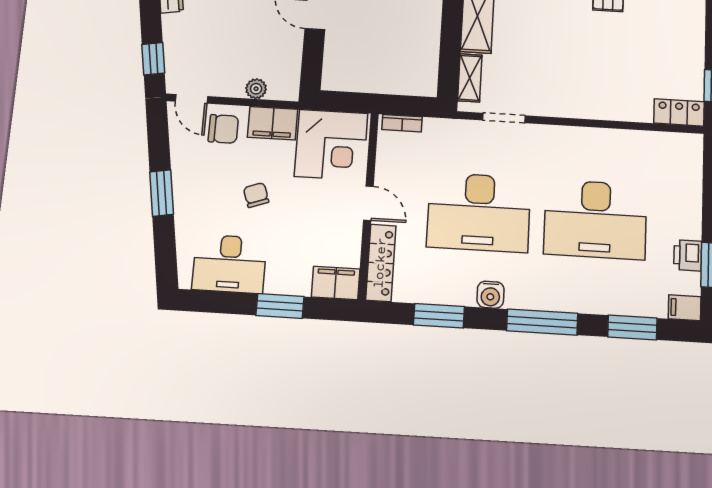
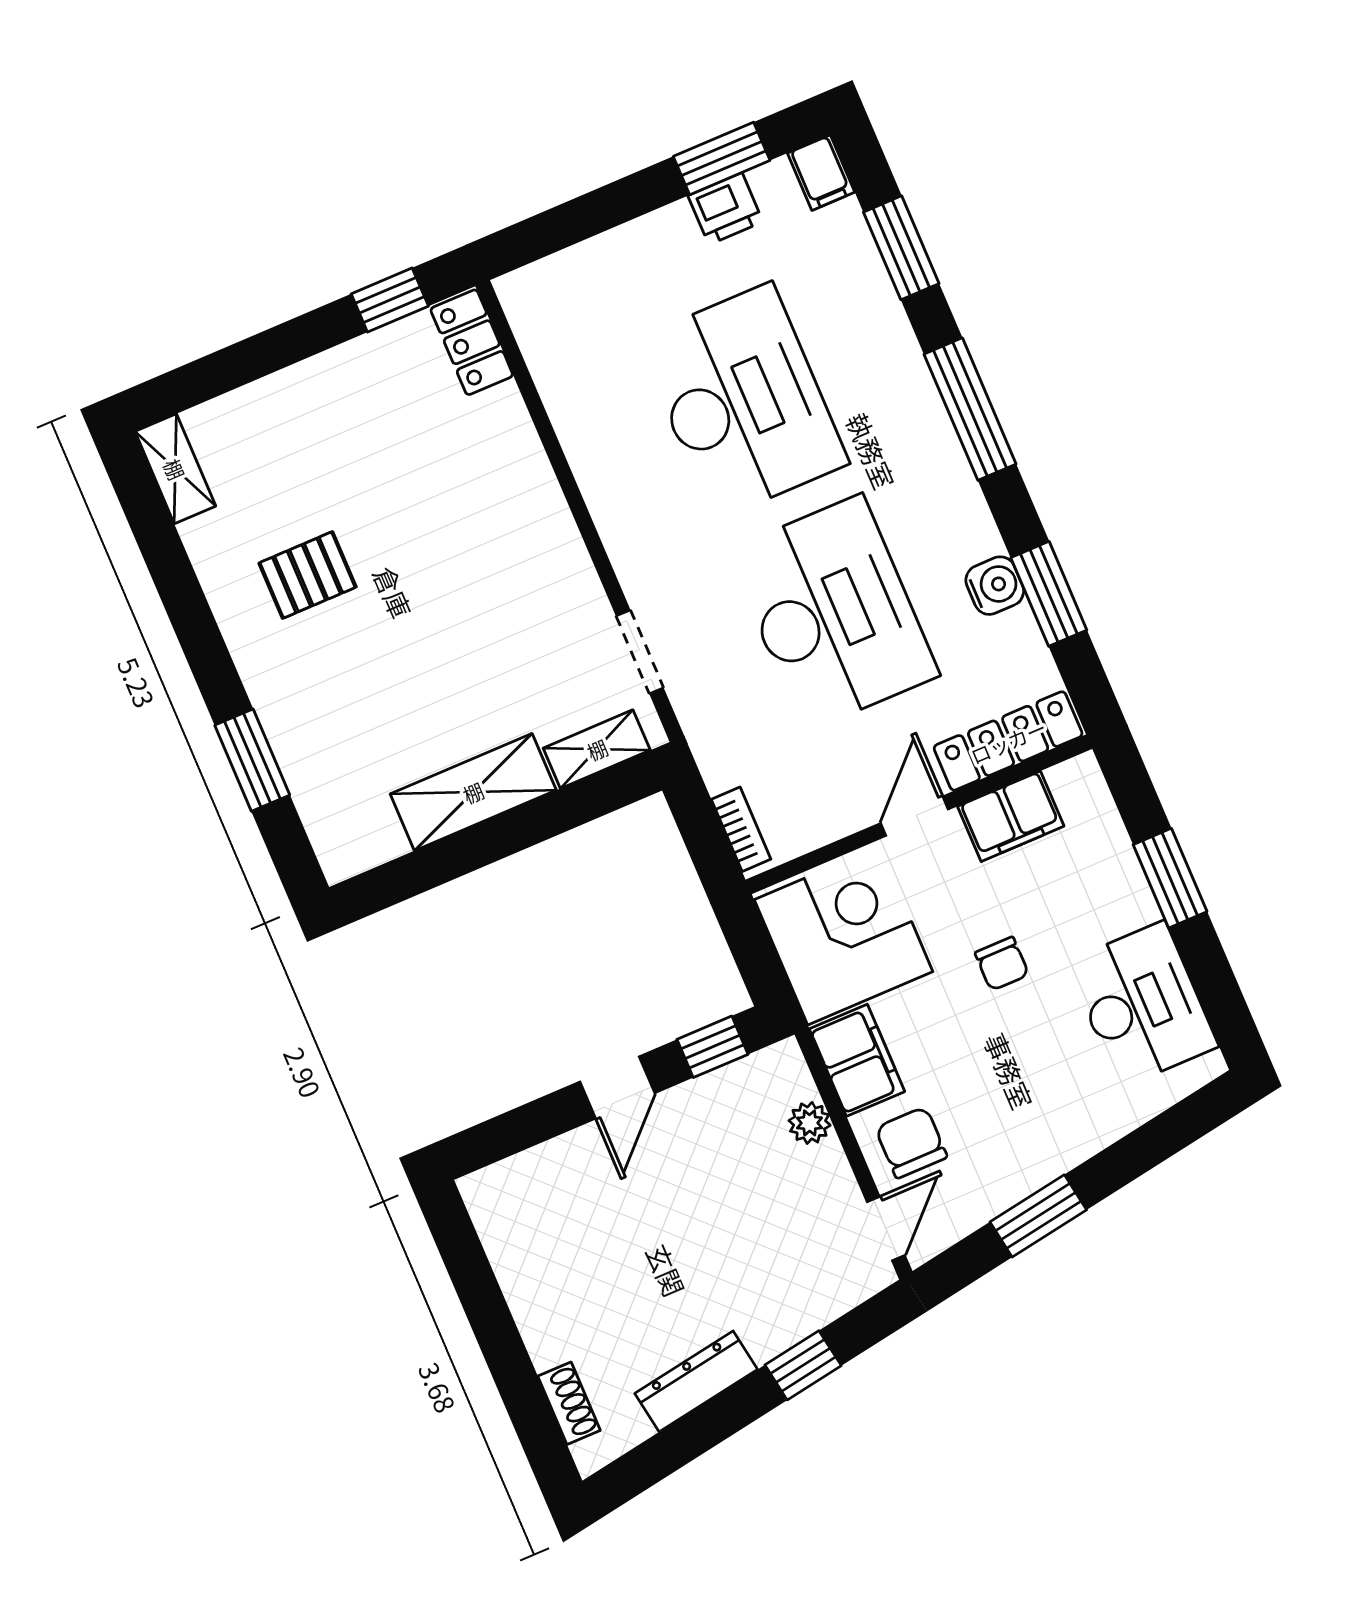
window: (153, 59) -> (803, 1365), moved
window: (312, 63) -> (712, 1047), added
window: (162, 193) -> (1038, 1216), moved
chair: (256, 195) -> (1002, 964), moved, turned -71
filing cabinet: (336, 283) -> (1011, 816), moved, turned -90
water cooler: (490, 295) -> (995, 586), moved

